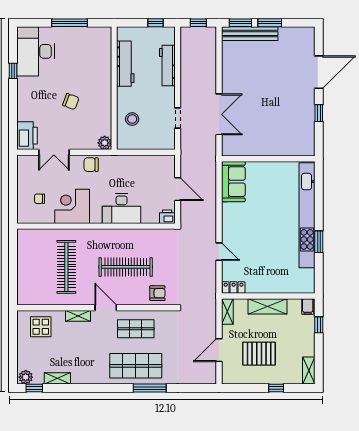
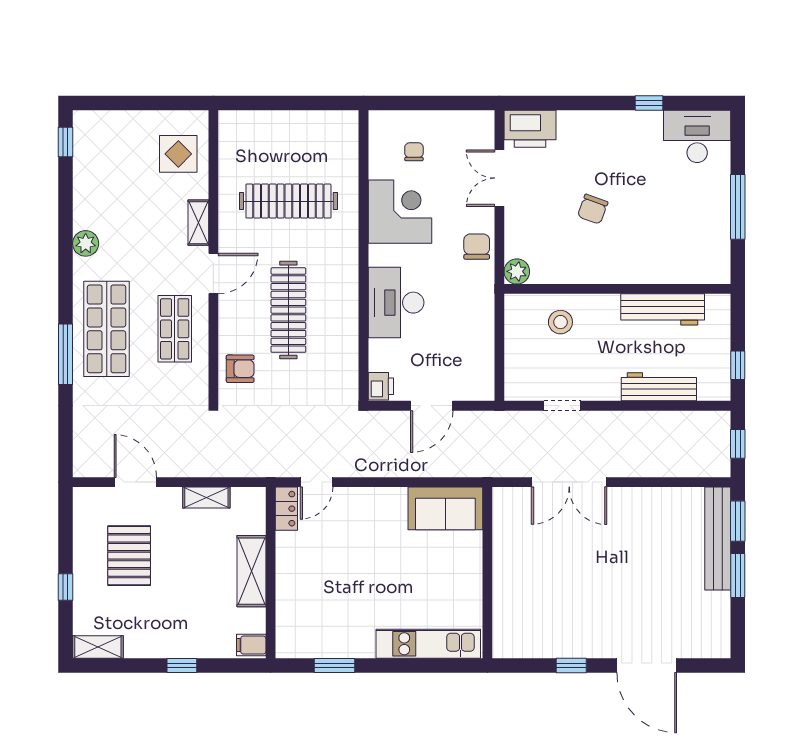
desk: (36, 51) -> (697, 136), width x0.73, depth x0.77
kitchen unit: (307, 215) -> (428, 644), width x0.54
locker: (234, 288) -> (286, 509), moved
armchair: (157, 293) -> (240, 369), turned -90
wall: (268, 296) -> (271, 573), moved
shelving: (268, 306) -> (251, 571), moved
filing cabinet: (308, 307) -> (251, 645), moved
plant: (26, 377) -> (86, 243), moved
shelving: (57, 378) -> (83, 185), removed

